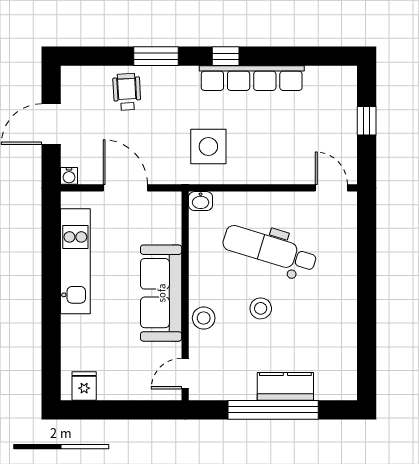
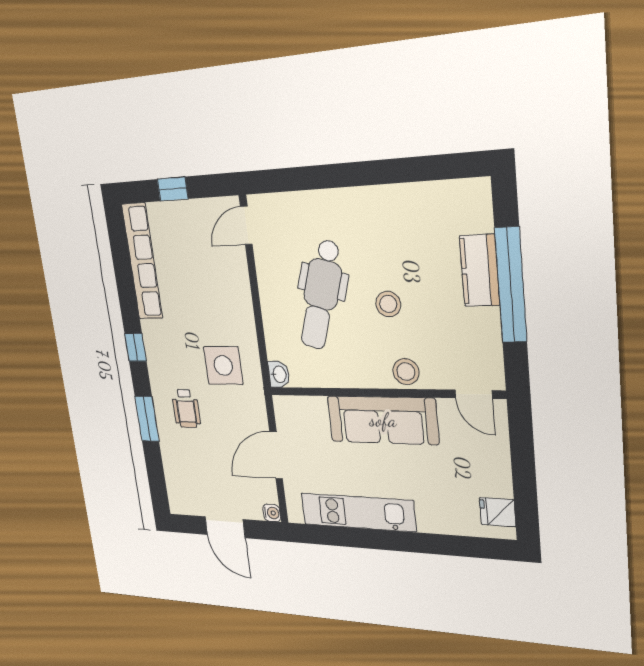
row of seats: (252, 78) -> (142, 262), moved
wheelchair: (127, 92) -> (186, 408), moved, turned -87

